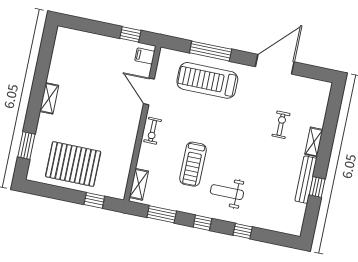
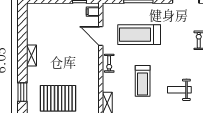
treadmill: (207, 80) -> (139, 35), moved
weight bench: (227, 192) -> (179, 90), moved

